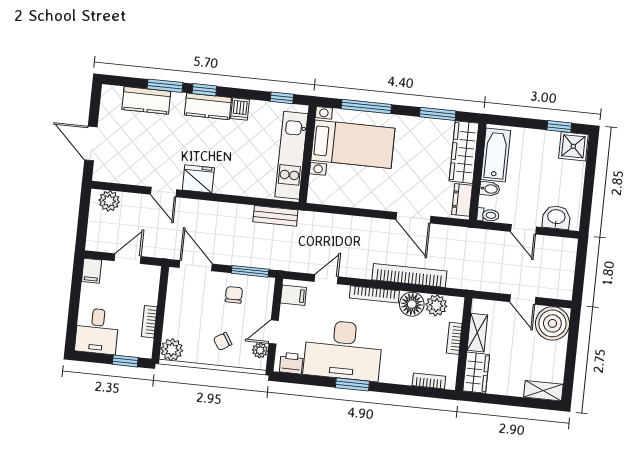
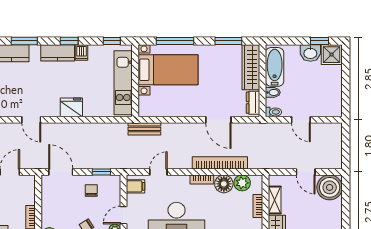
window: (204, 90) -> (69, 41), moved
fridge: (198, 179) -> (71, 107), moved
bench: (275, 216) -> (144, 129), moved
washbasin: (556, 217) -> (310, 53), moved, turned 180
window: (250, 271) -> (101, 172), width x0.67
bookcase: (374, 294) -> (202, 180), width x0.64

